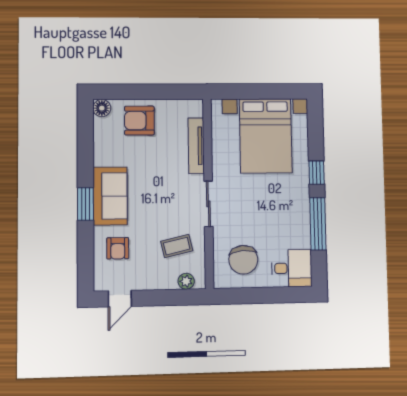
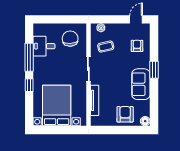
armchair: (139, 121) -> (125, 114), turned -90
sofa: (110, 196) -> (141, 84), moved
desk: (292, 268) -> (44, 46), moved

